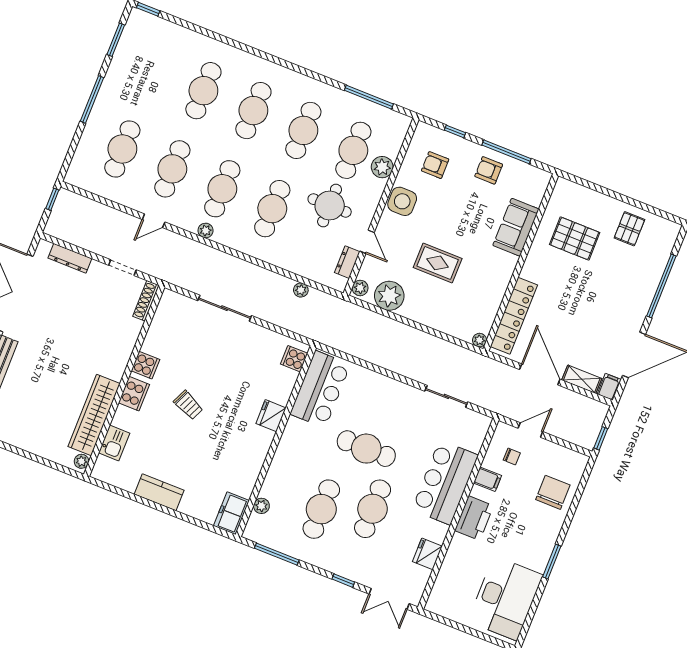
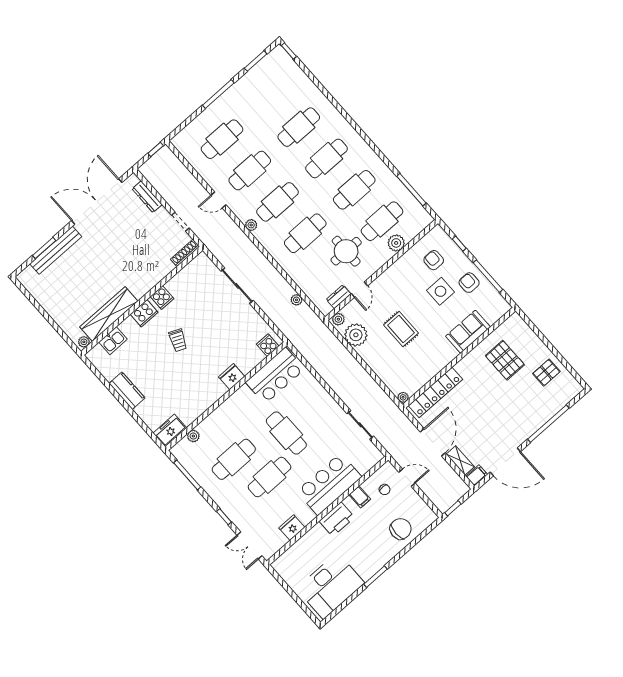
side table: (402, 201) -> (441, 291), moved

